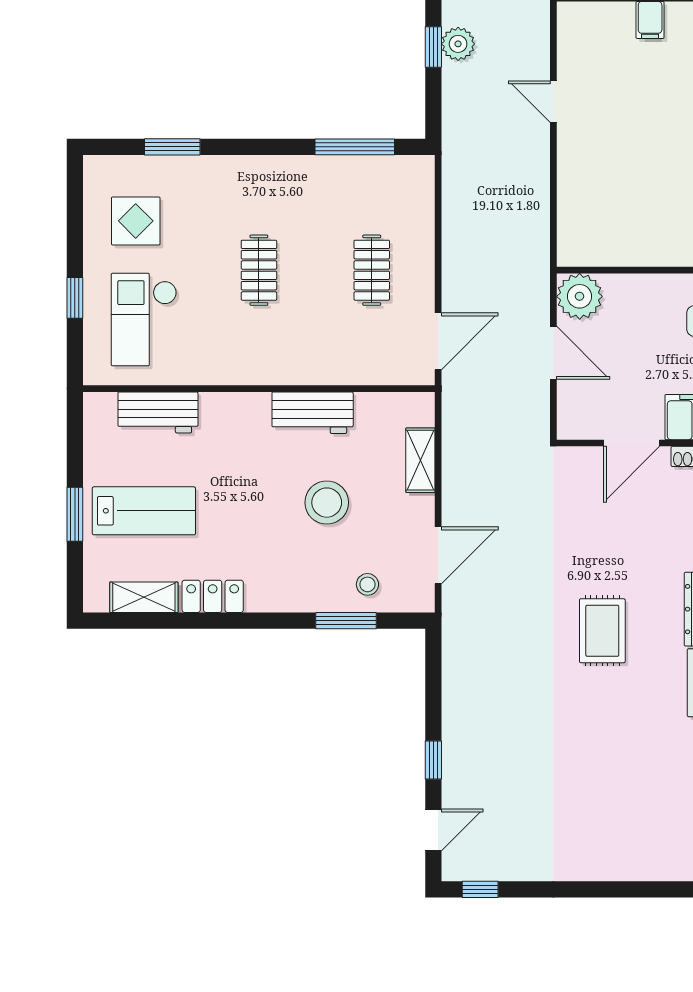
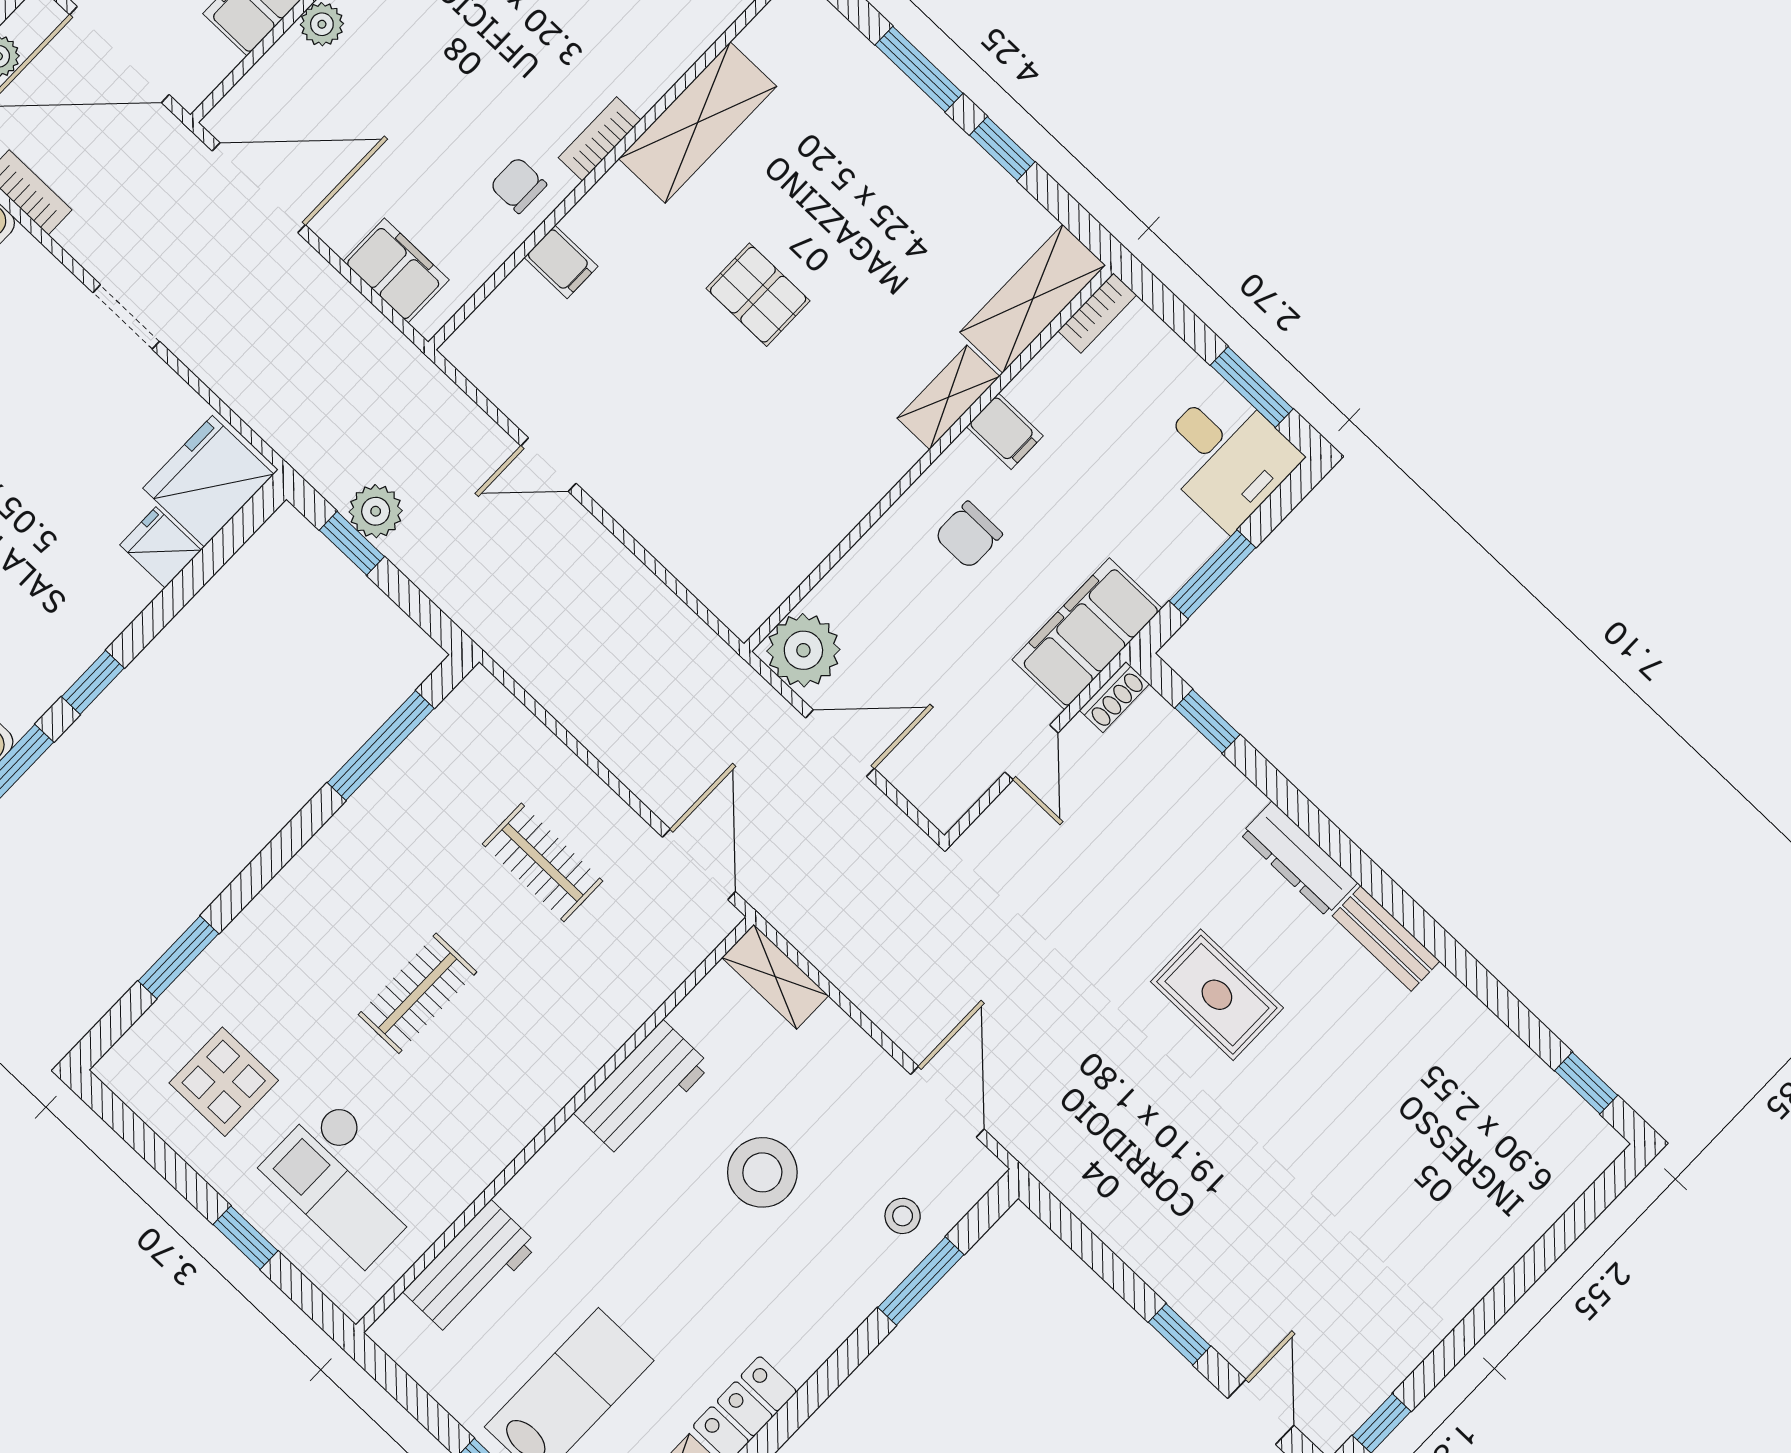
clothes rail: (259, 270) -> (418, 993), turned 90
door: (632, 443) -> (1031, 752), width x0.73
shelving: (420, 460) -> (775, 977), moved

